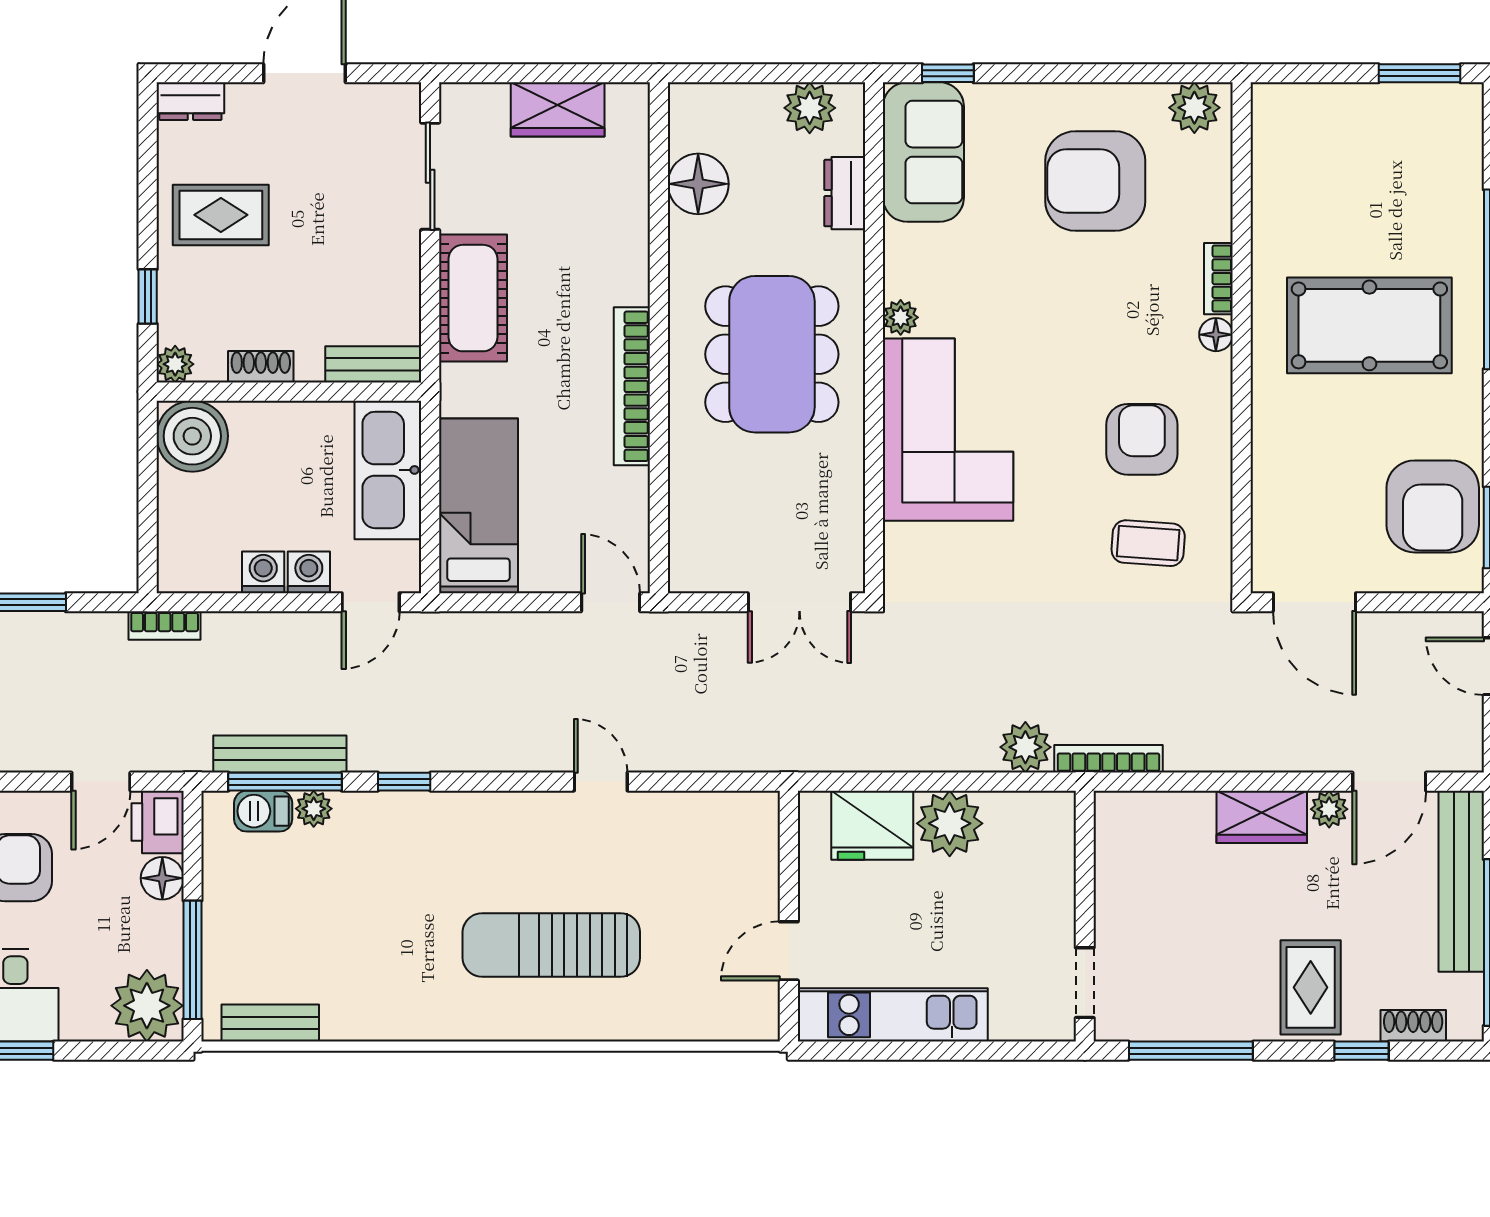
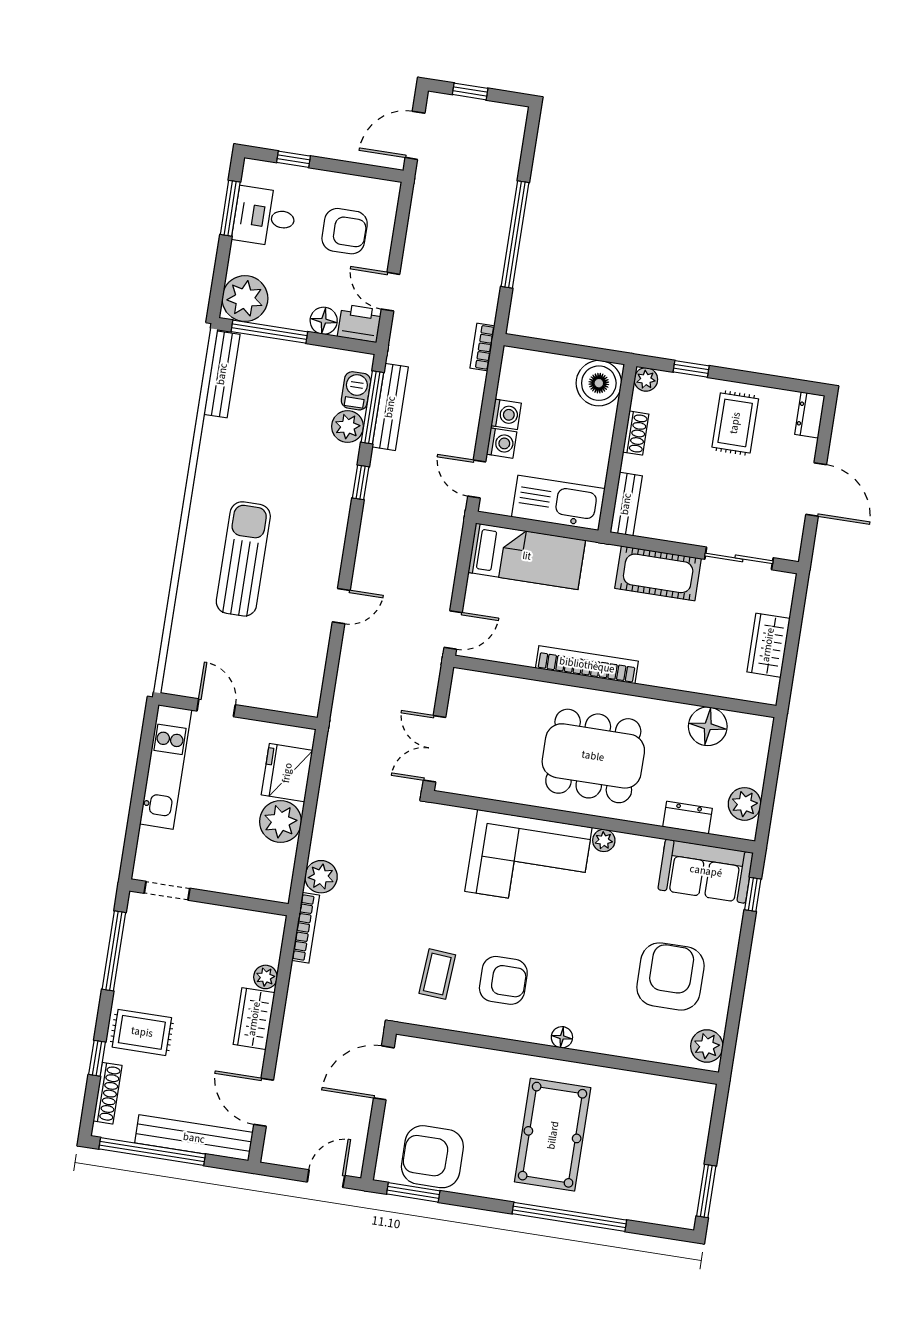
bookcase: (1218, 279) -> (597, 1044), removed
plant: (314, 809) -> (348, 426), width x1.38, depth x1.38
plant: (1329, 809) -> (265, 977), moved
bench: (270, 1023) -> (222, 374), width x1.36
shoe rack: (1413, 1026) -> (108, 1093), width x1.43

